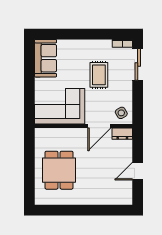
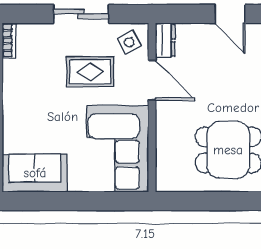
sliding door: (138, 64) -> (81, 14), moved
rug: (99, 75) -> (90, 72), moved

